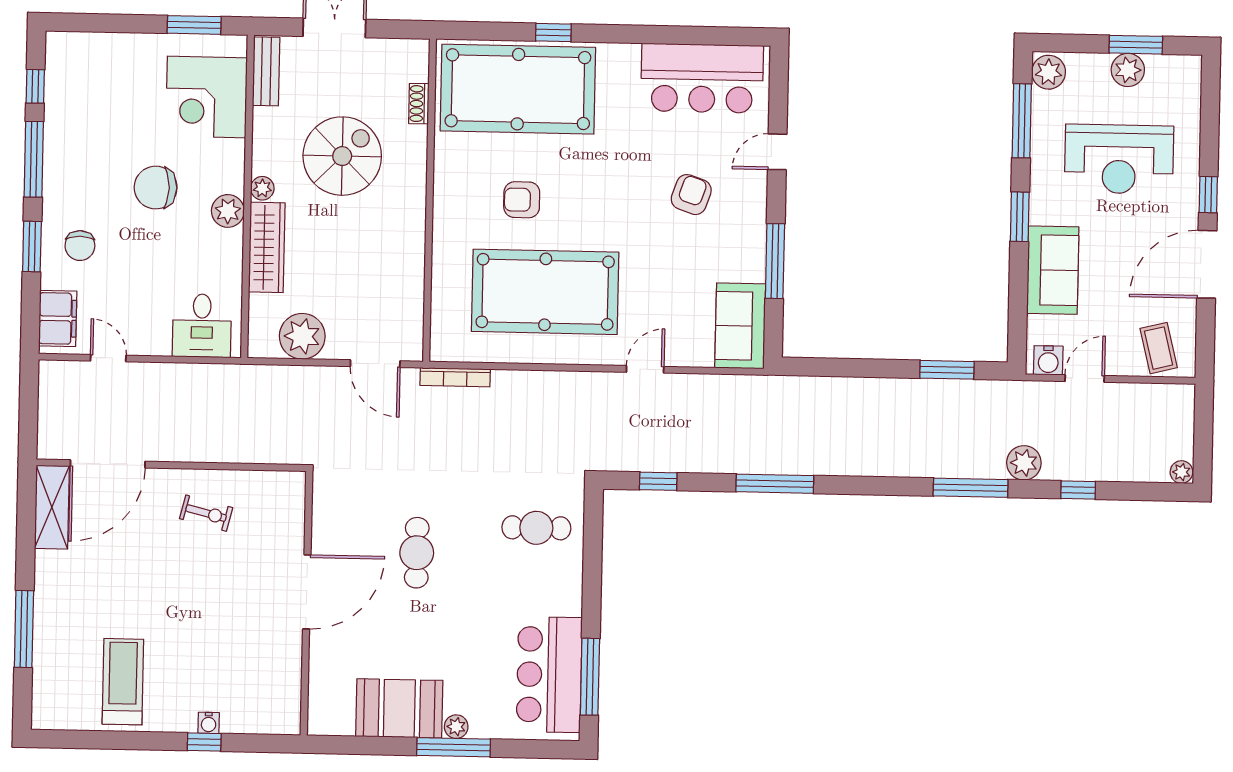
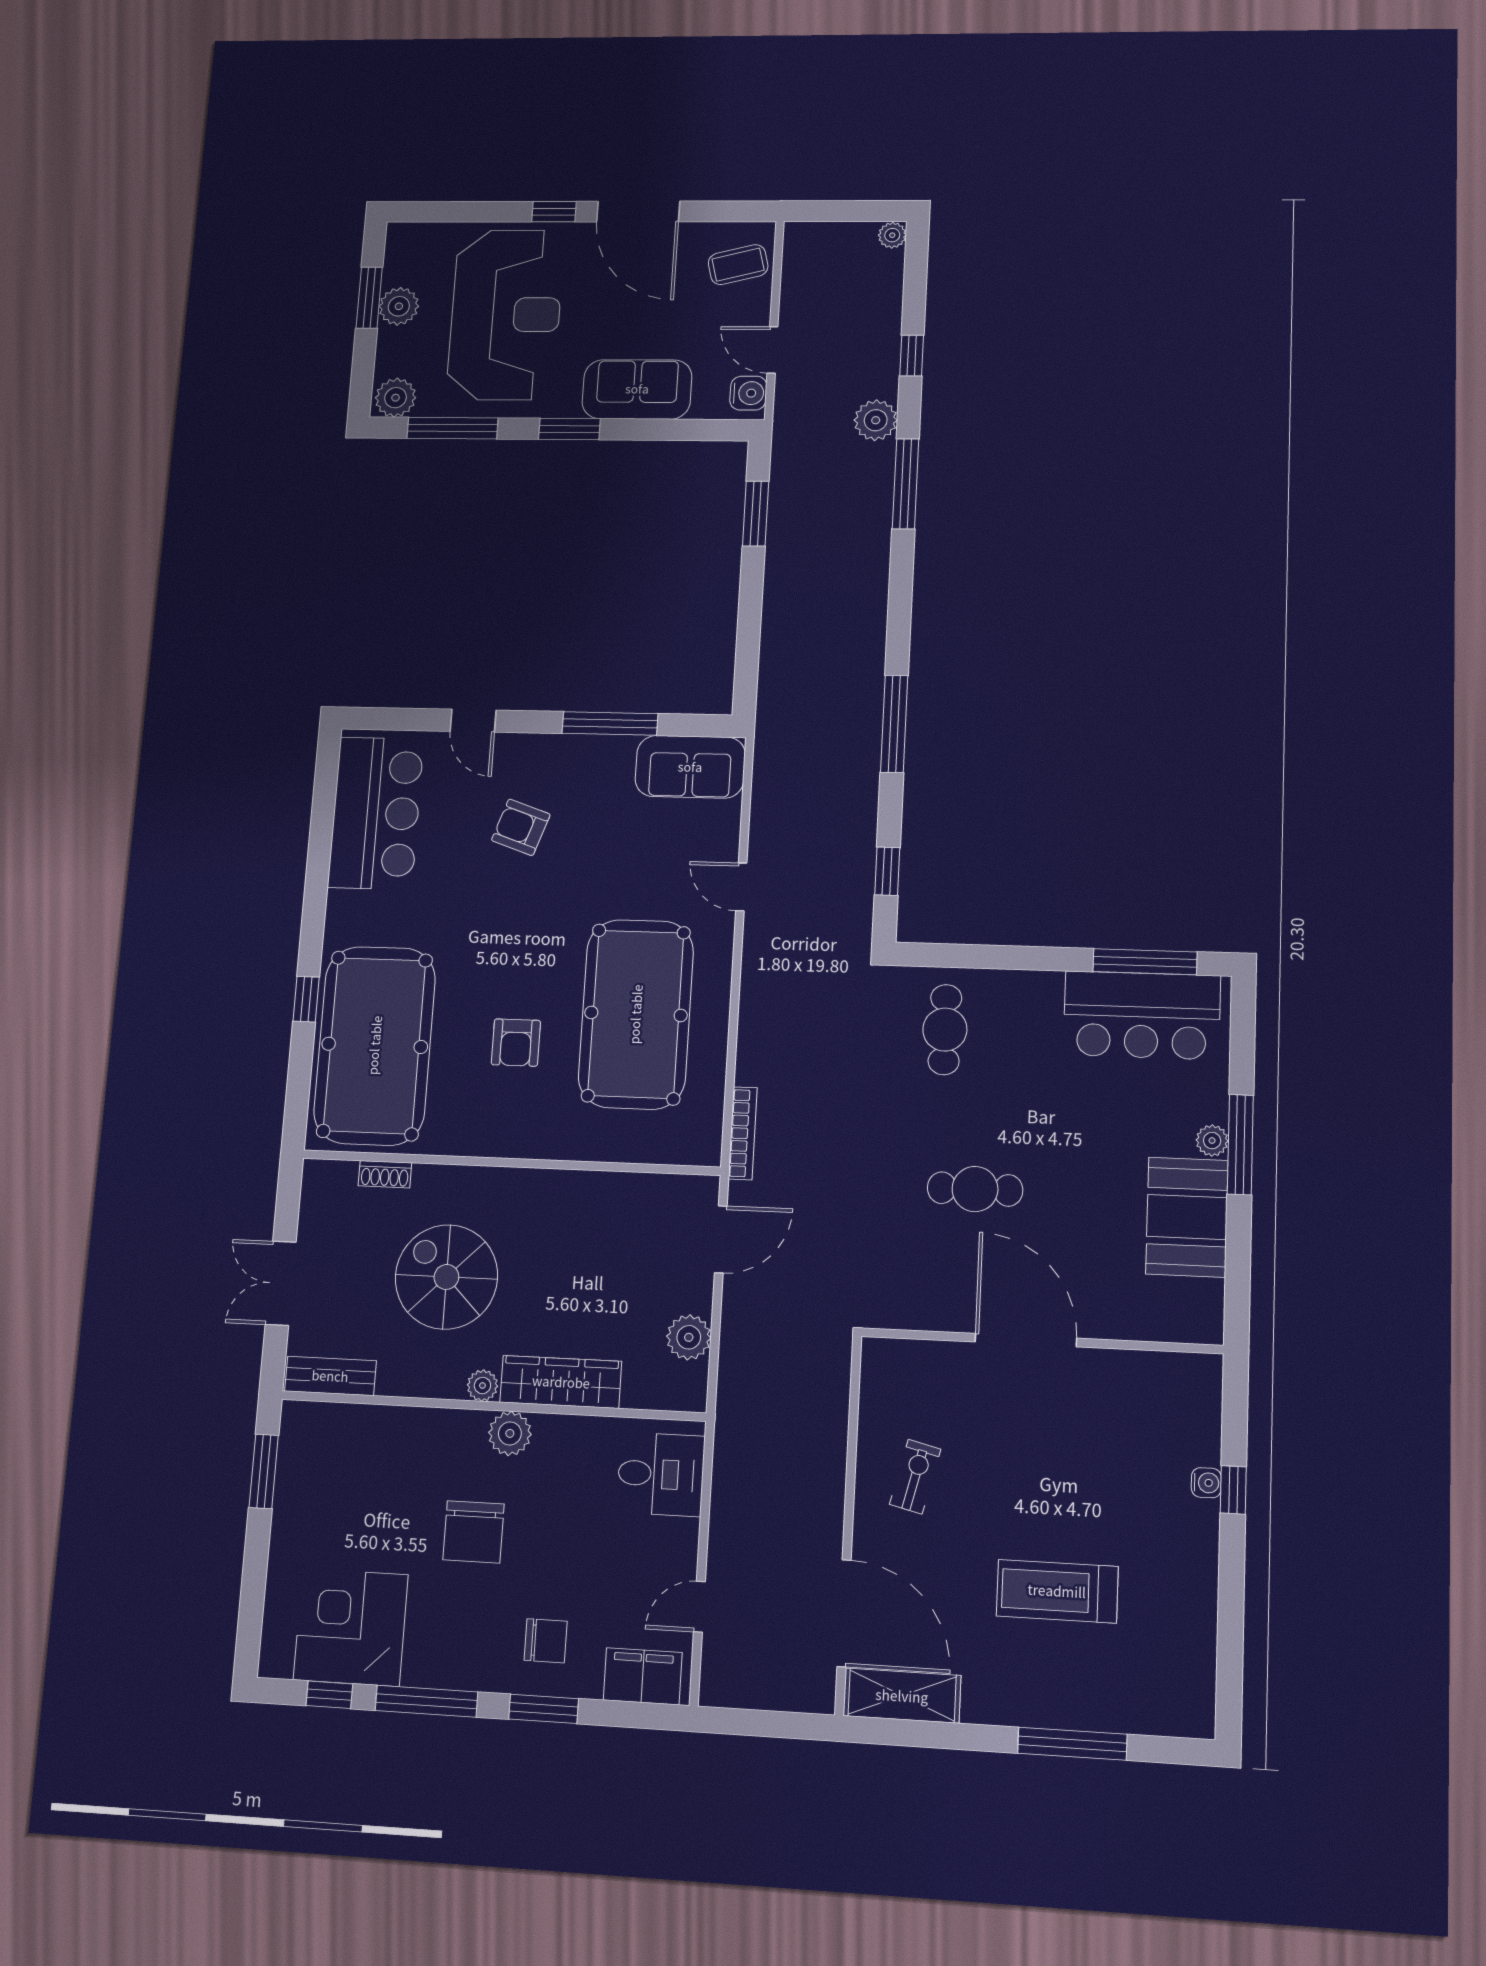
corner desk: (207, 97) -> (351, 1627), moved, turned 180
reception desk: (1119, 159) -> (506, 315), width x1.36, depth x1.30
plant: (302, 336) -> (689, 1337), width x0.73, depth x0.73
treadmill: (123, 682) -> (1057, 1591), moved

